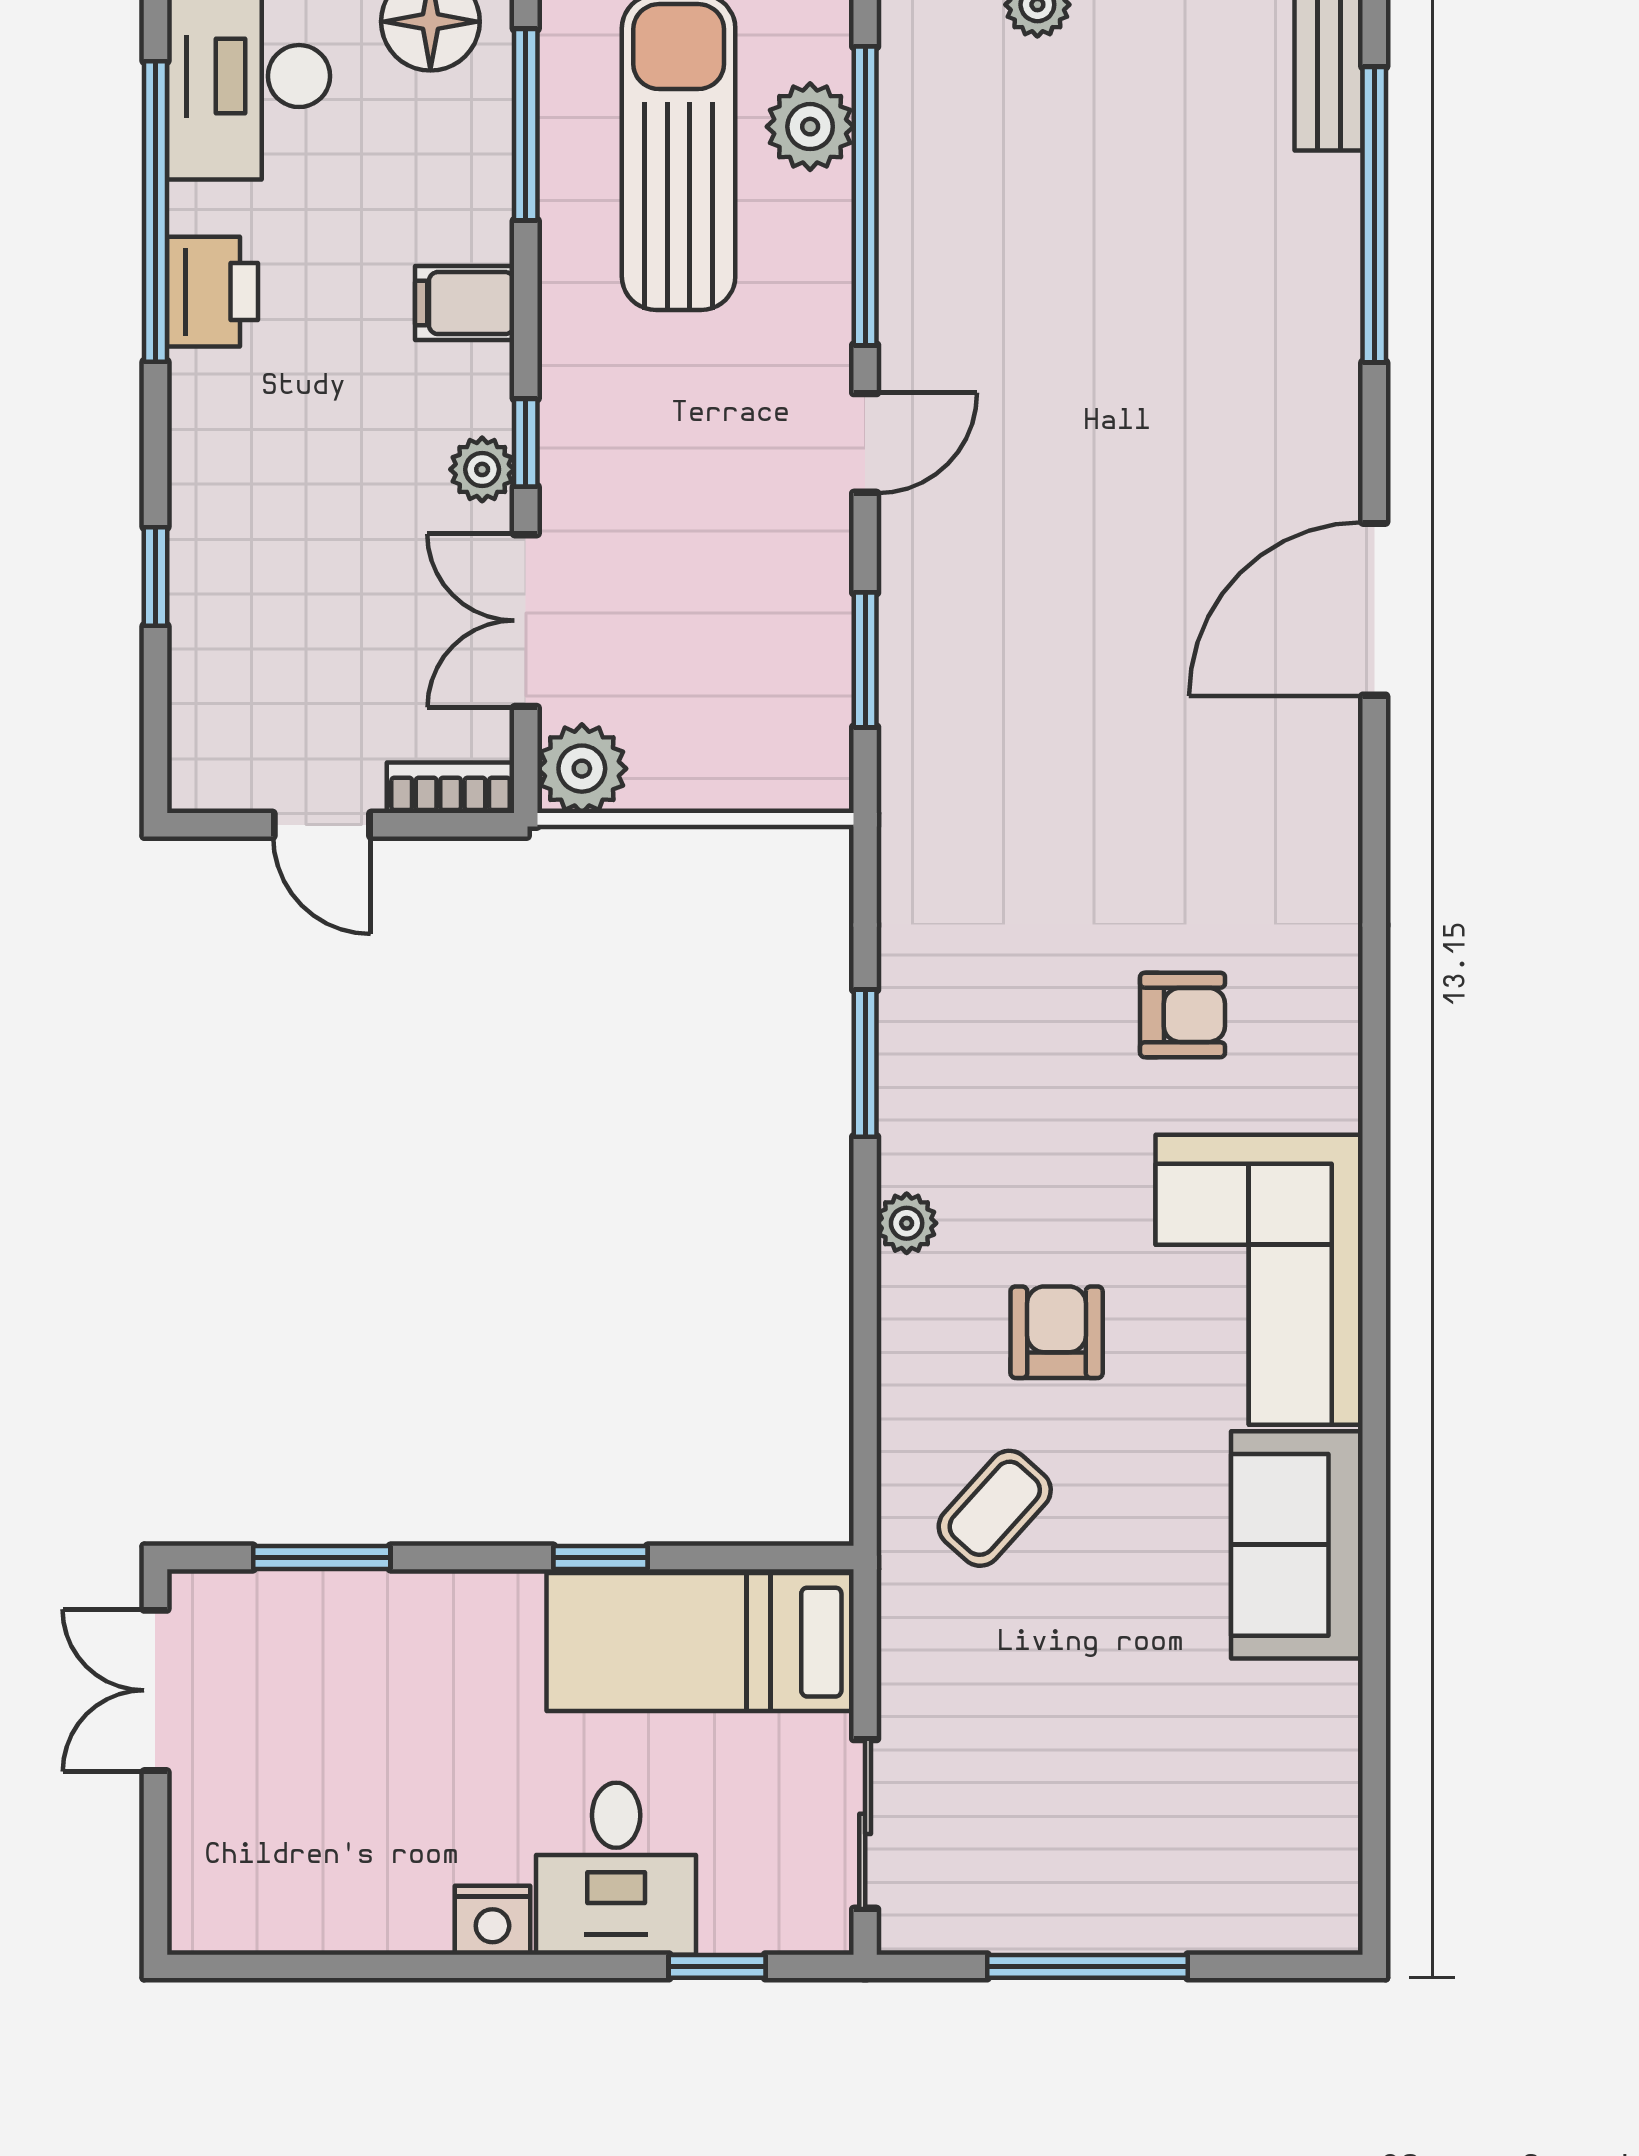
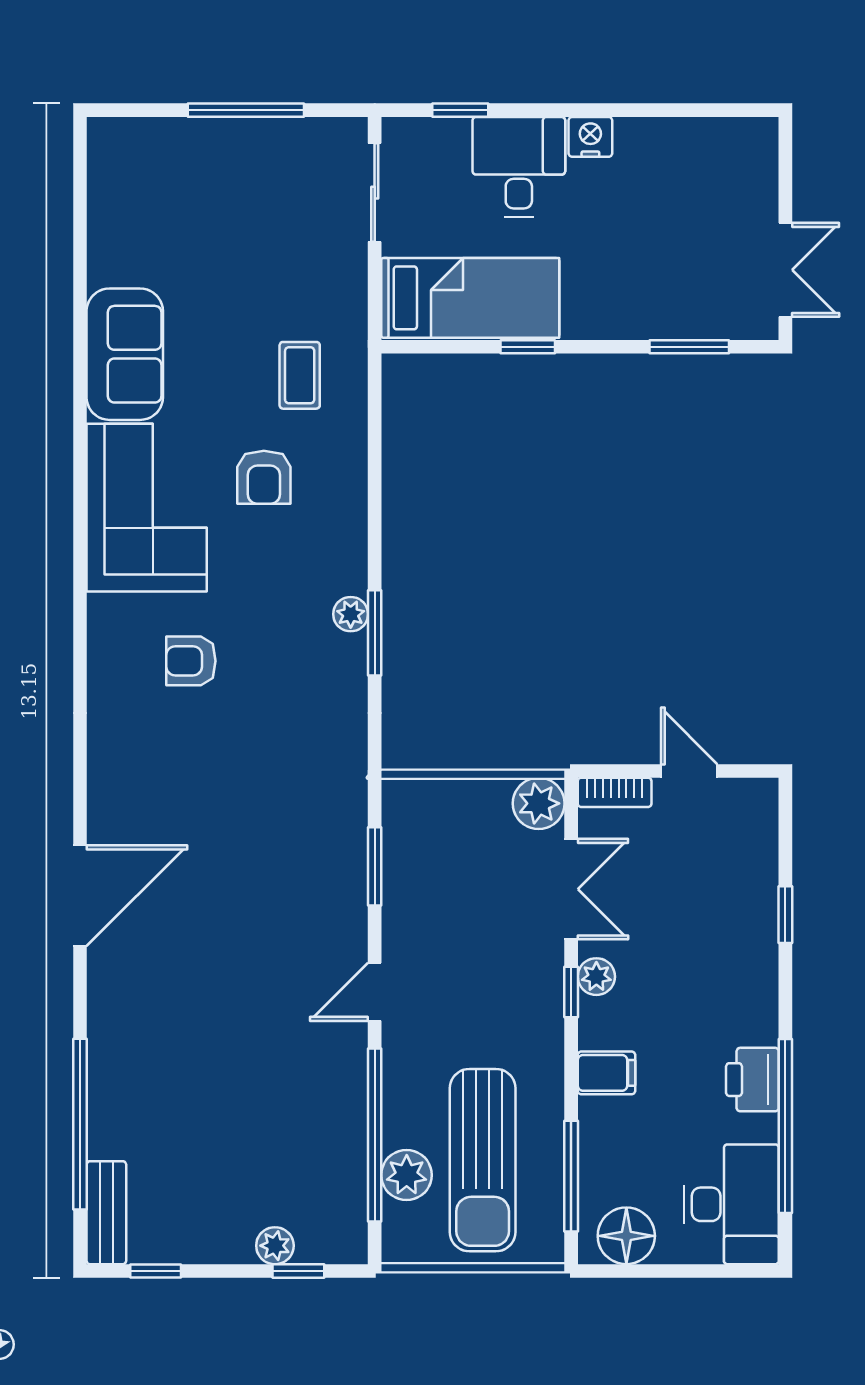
plant: (907, 1223) -> (351, 614), moved
coffee table: (995, 1508) -> (300, 375), turned -42

